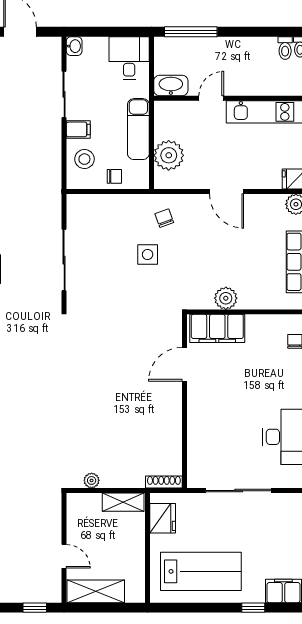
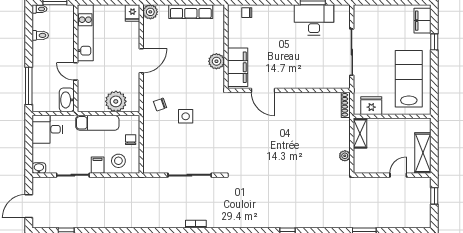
toilet: (285, 48) -> (40, 35), moved

